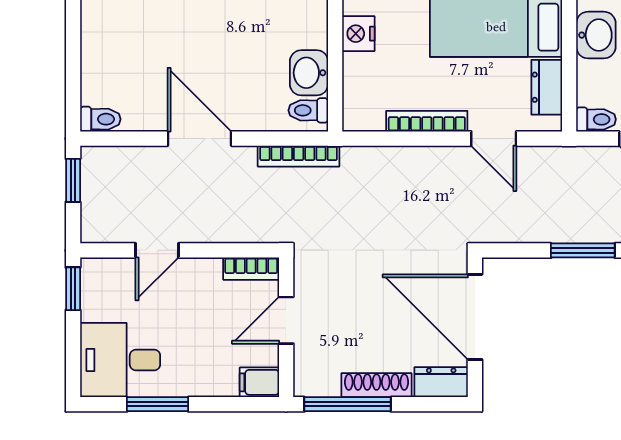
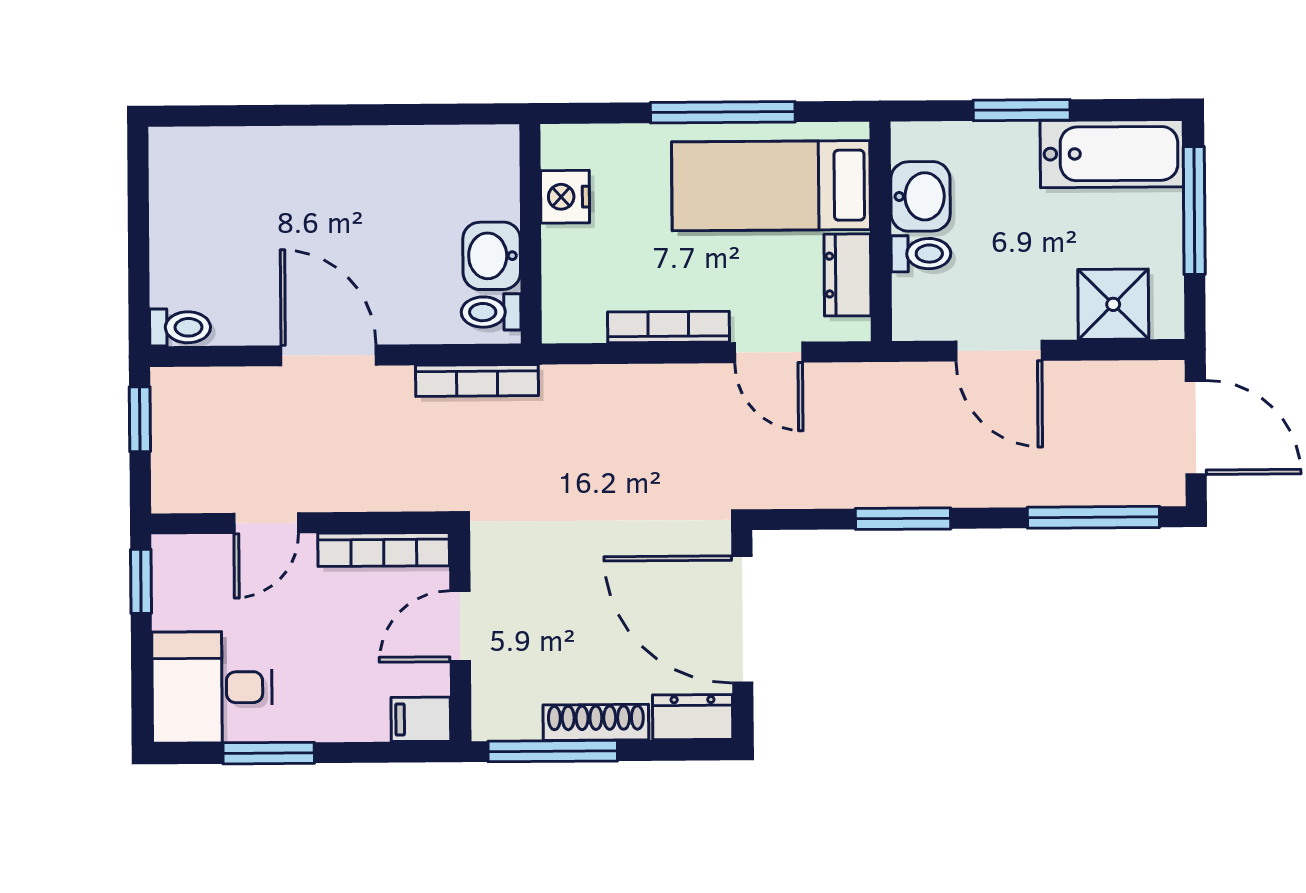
toilet: (596, 119) -> (921, 254), moved
bookcase: (251, 269) -> (384, 549), width x1.56

